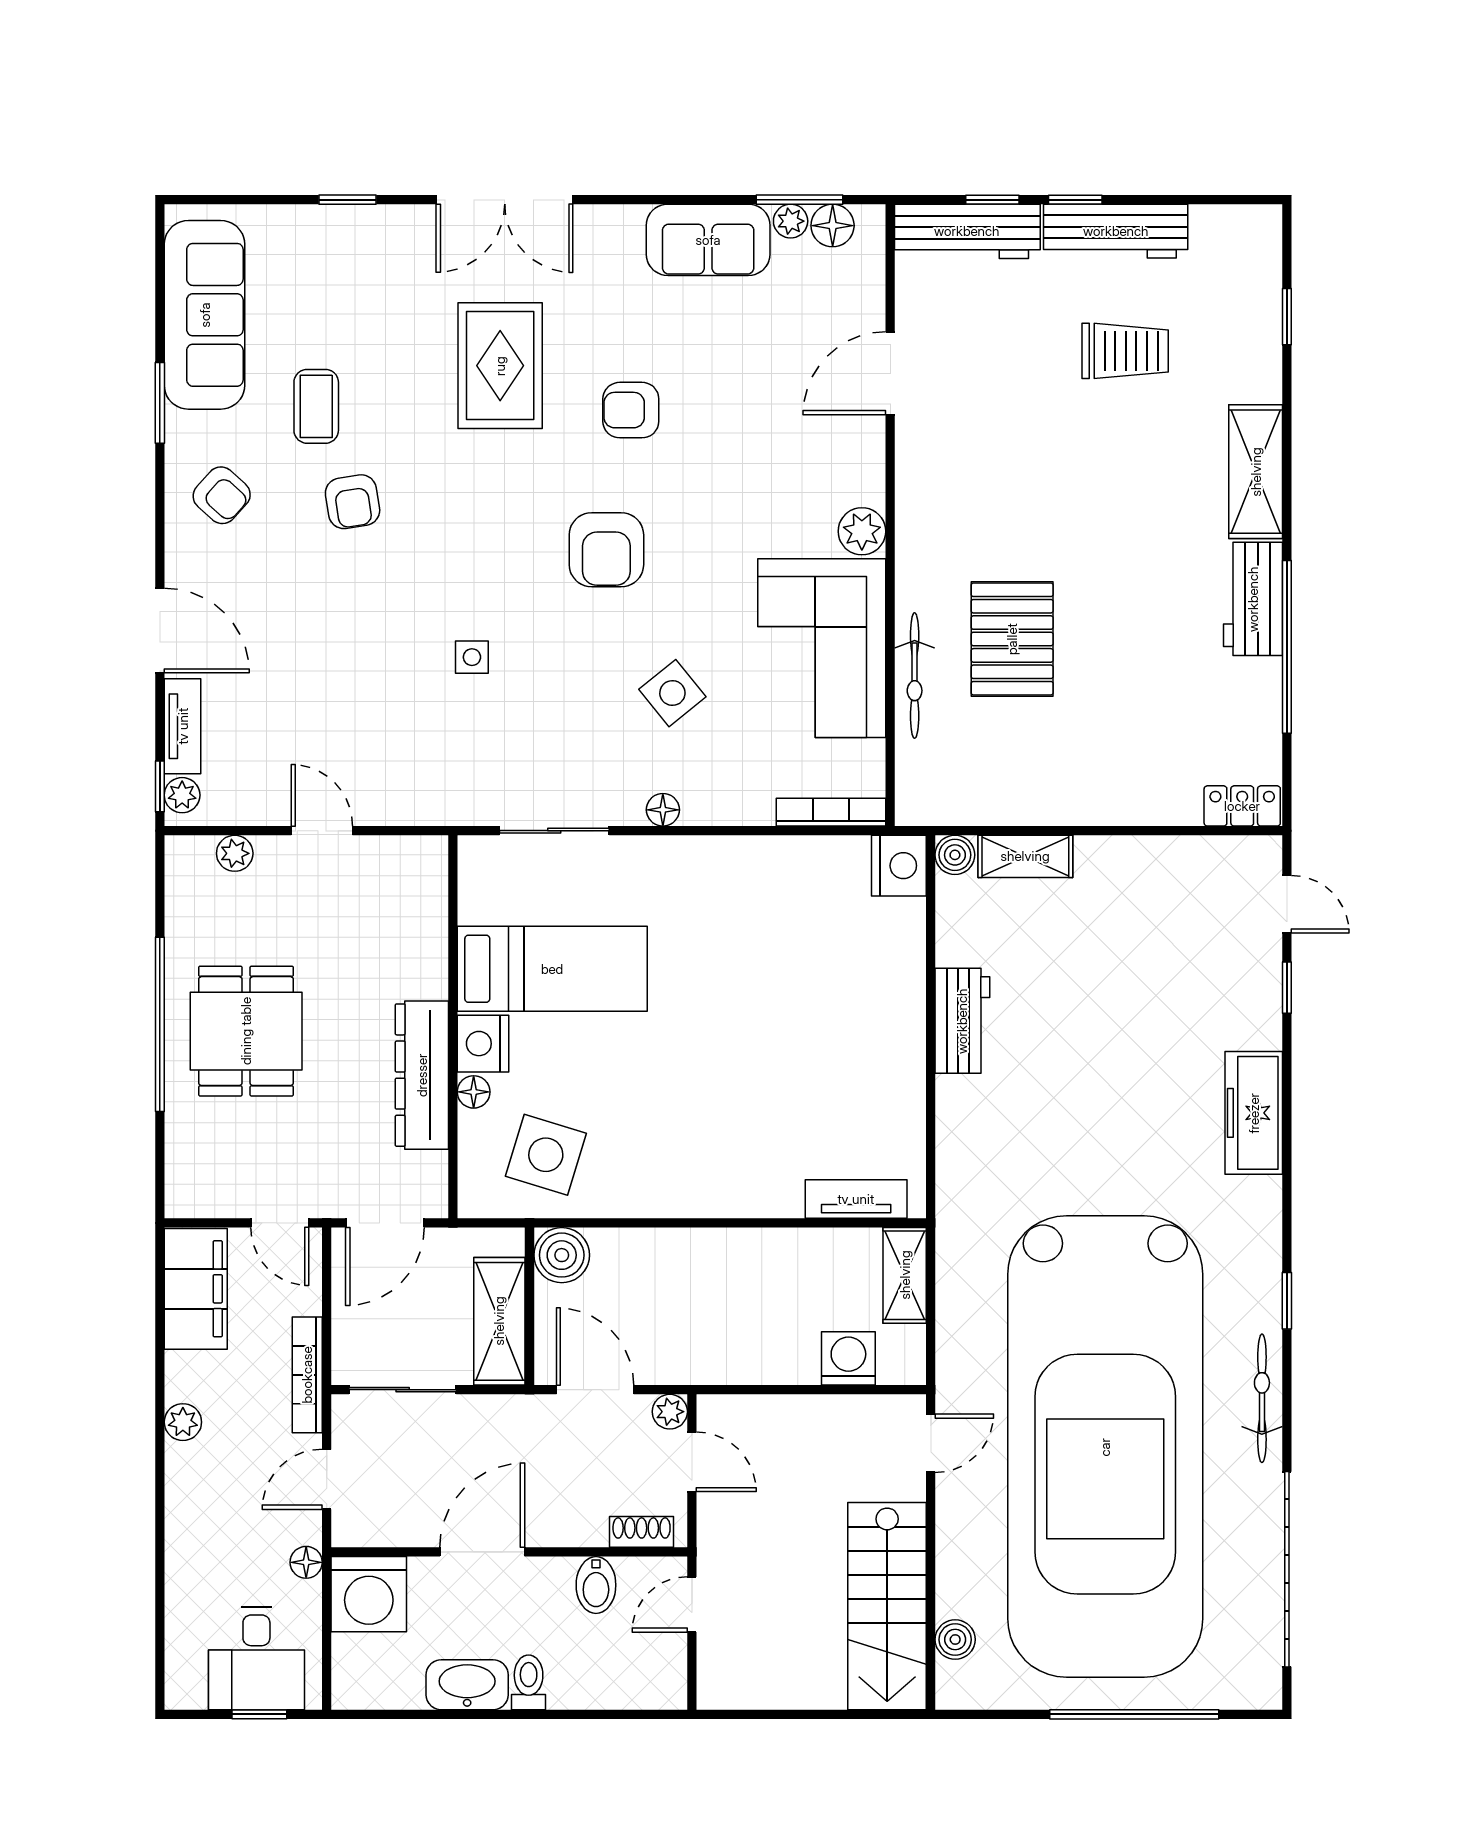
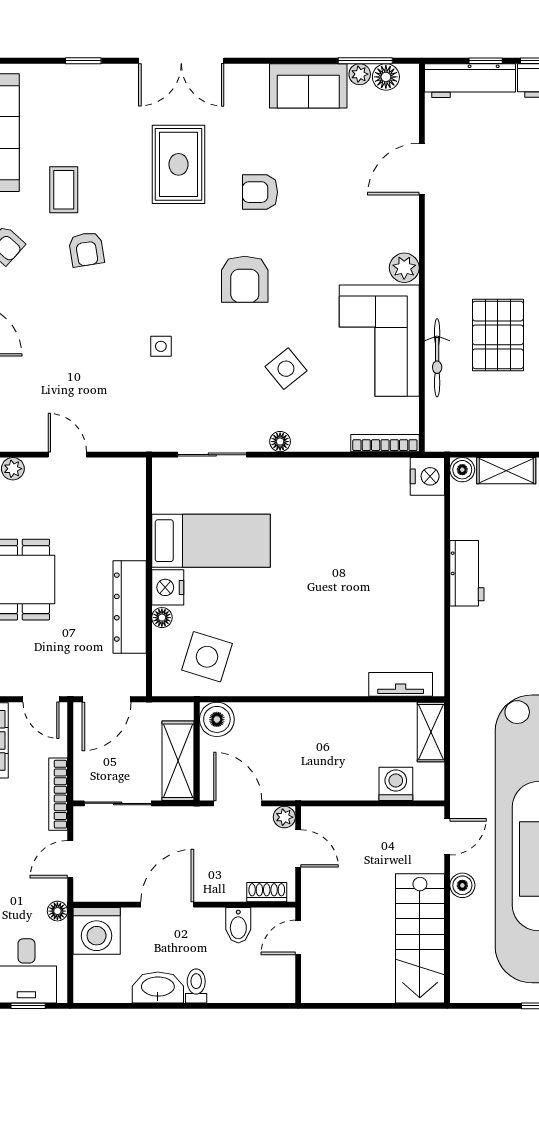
boiler: (955, 1640) -> (462, 885), moved

